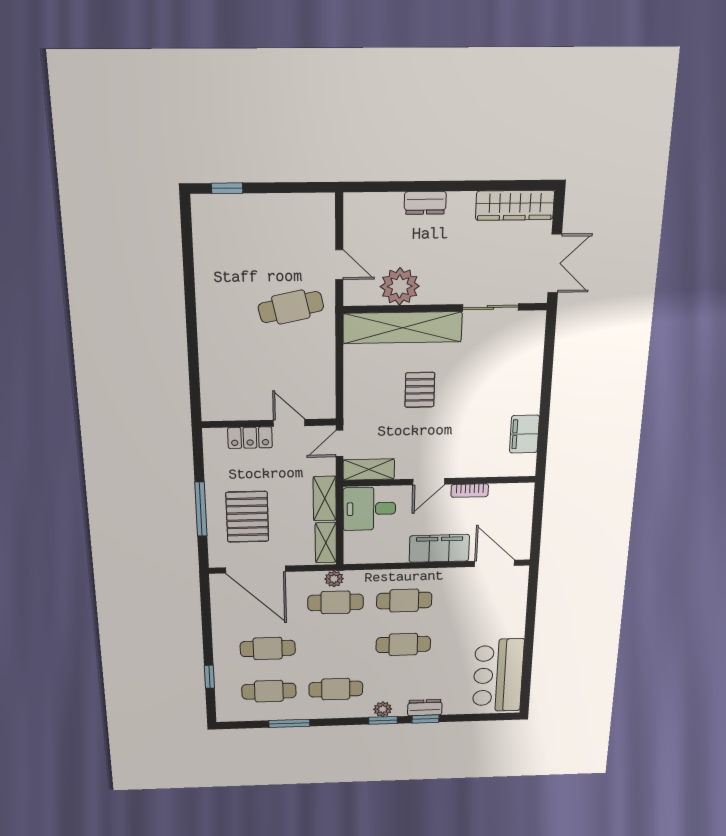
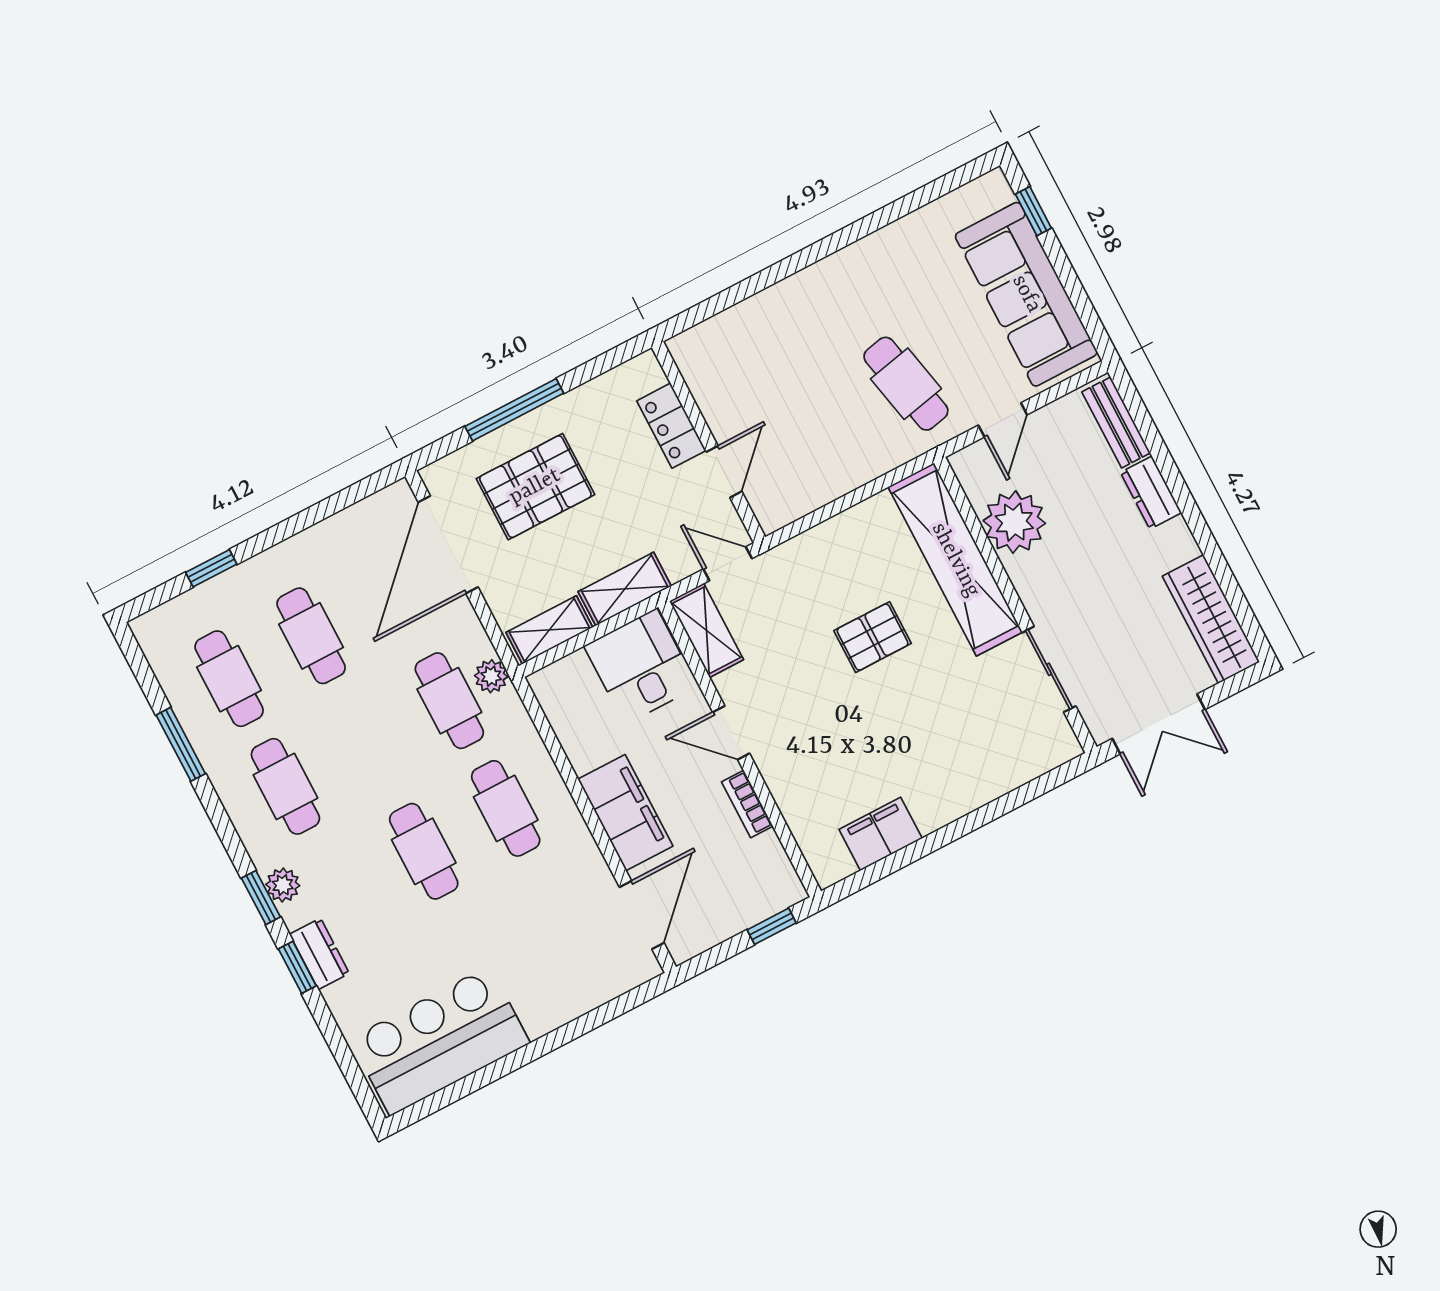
bench: (375, 202) -> (1116, 422), added
sofa: (274, 216) -> (1026, 294), added
window: (538, 507) -> (772, 926), added

